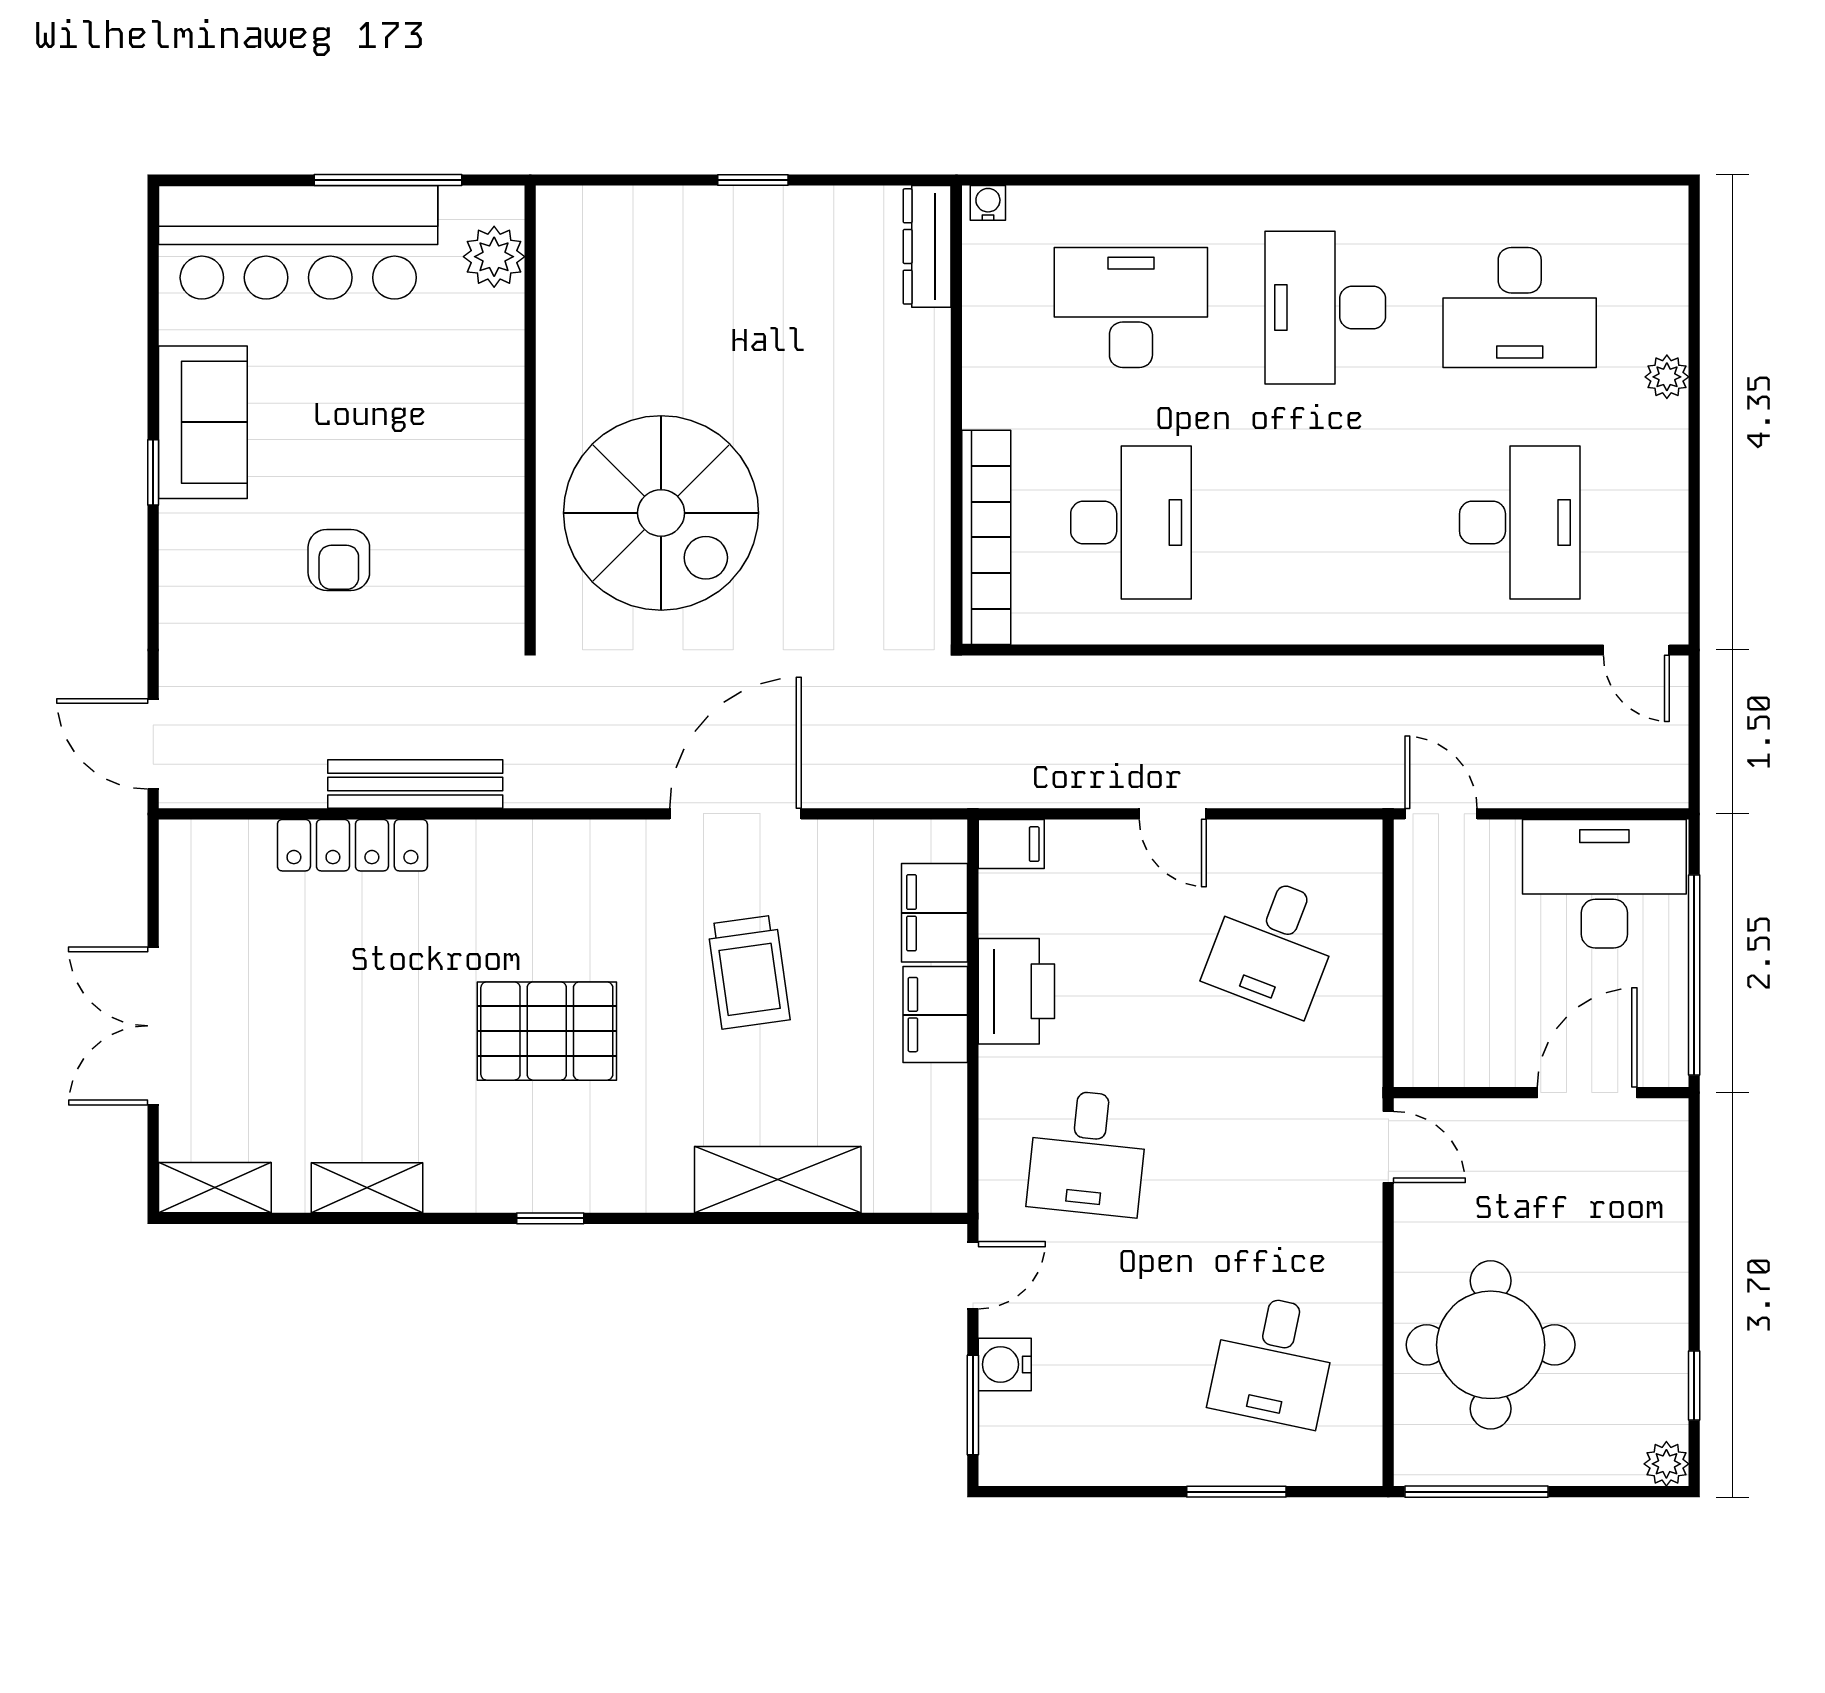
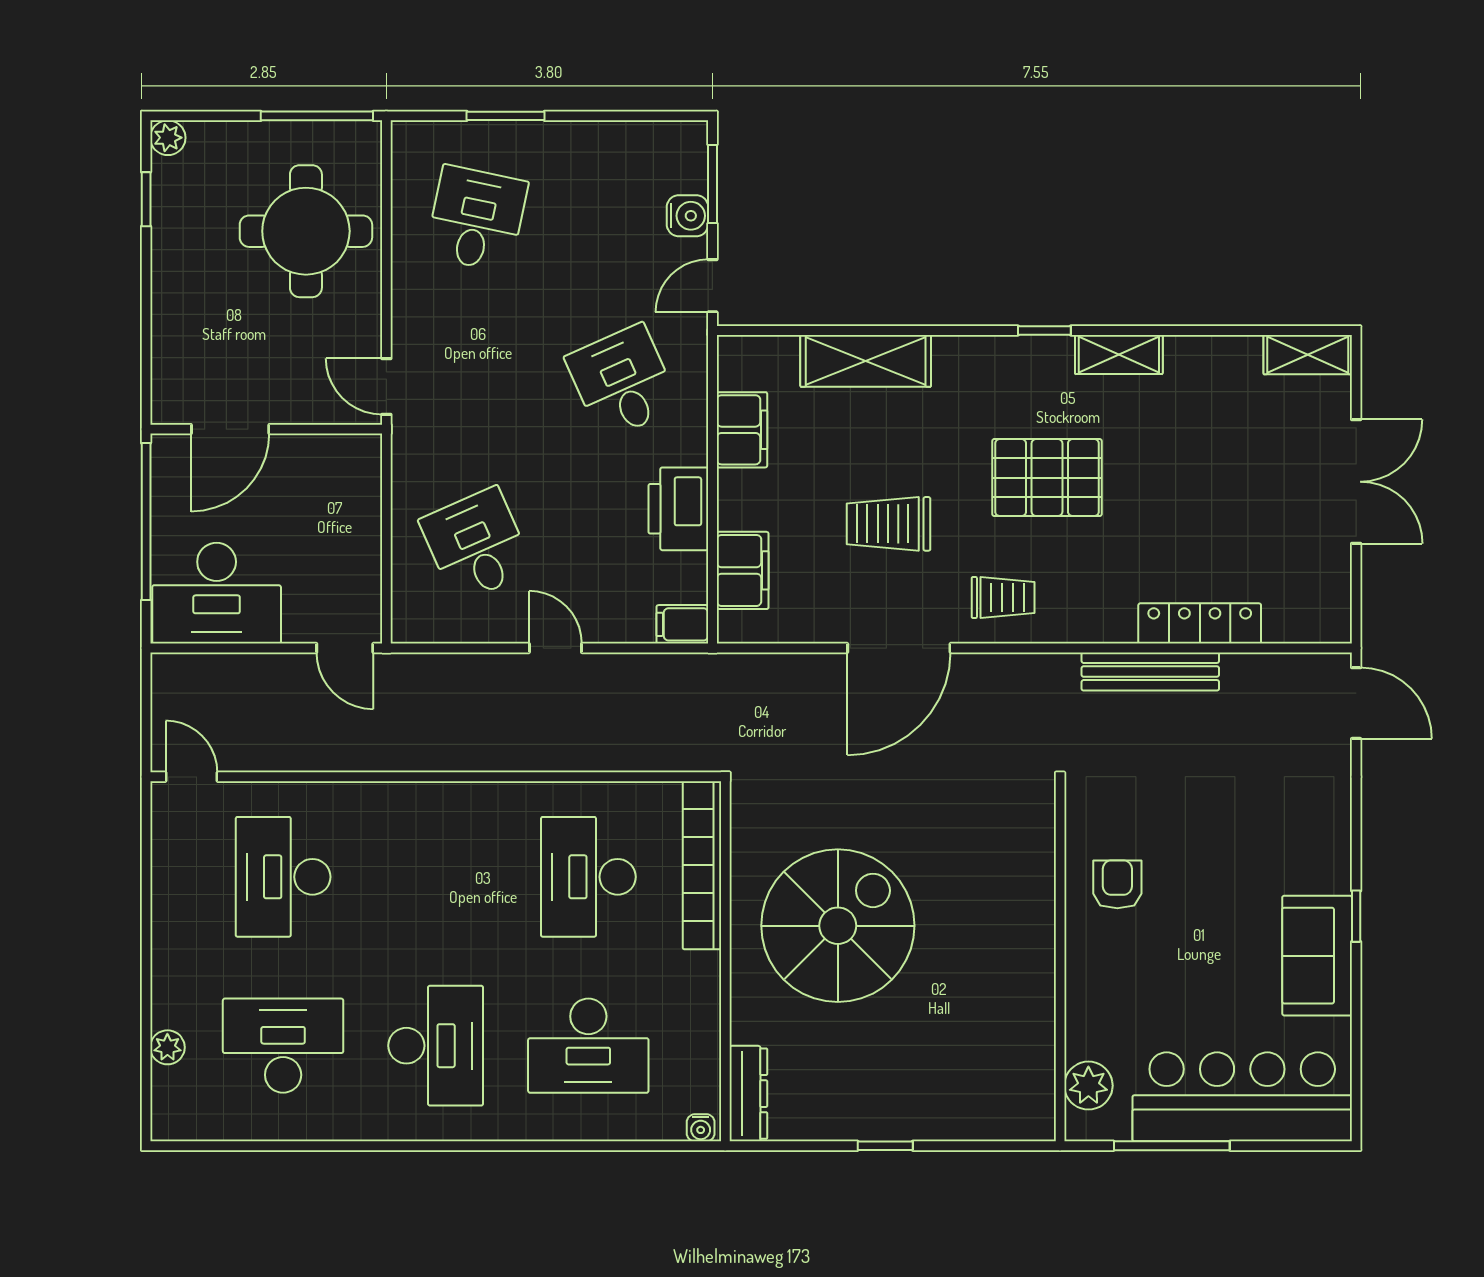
plant: (1667, 377) -> (167, 1047), moved
spiral stairs: (661, 513) -> (838, 926), moved, turned 90
armchair: (339, 560) -> (1117, 884), moved
trolley: (603, 878) -> (1003, 597), added
desk: (1273, 945) -> (477, 545), turned -45
trolley: (749, 972) -> (889, 524), turned -82
filing cabinet: (935, 1015) -> (742, 430), moved
desk: (1088, 1153) -> (622, 382), turned -30
shelving: (367, 1188) -> (1119, 354), moved

